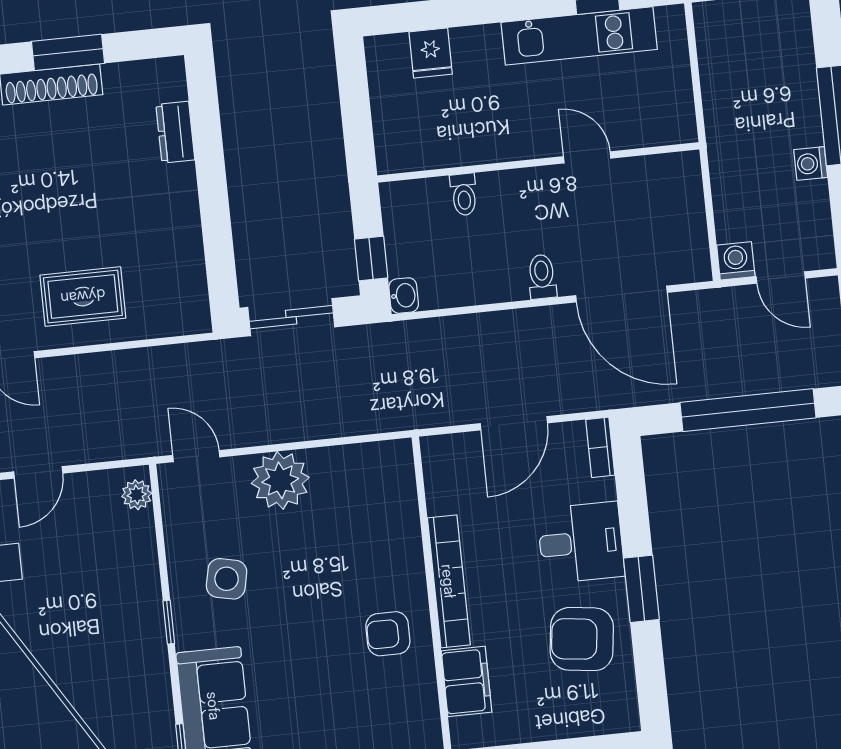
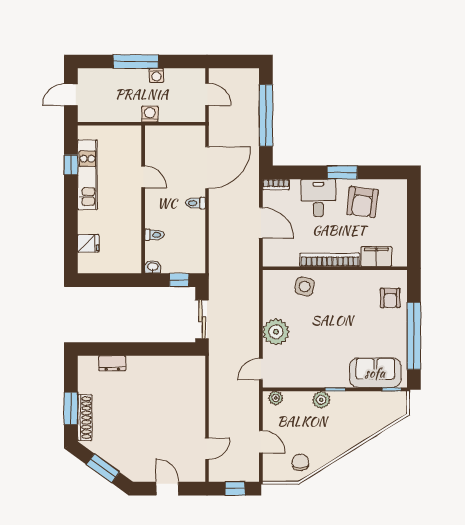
door: (587, 157) -> (143, 177), swing flipped
washing machine: (736, 261) -> (150, 114), moved, turned 90
door: (781, 278) -> (207, 94), hinge flipped
washbasin: (404, 296) -> (153, 267), moved
rug: (83, 297) -> (183, 413), removed
side table: (227, 579) -> (305, 286), moved
plant: (143, 594) -> (321, 400), added
armchair: (388, 634) -> (390, 298), moved

